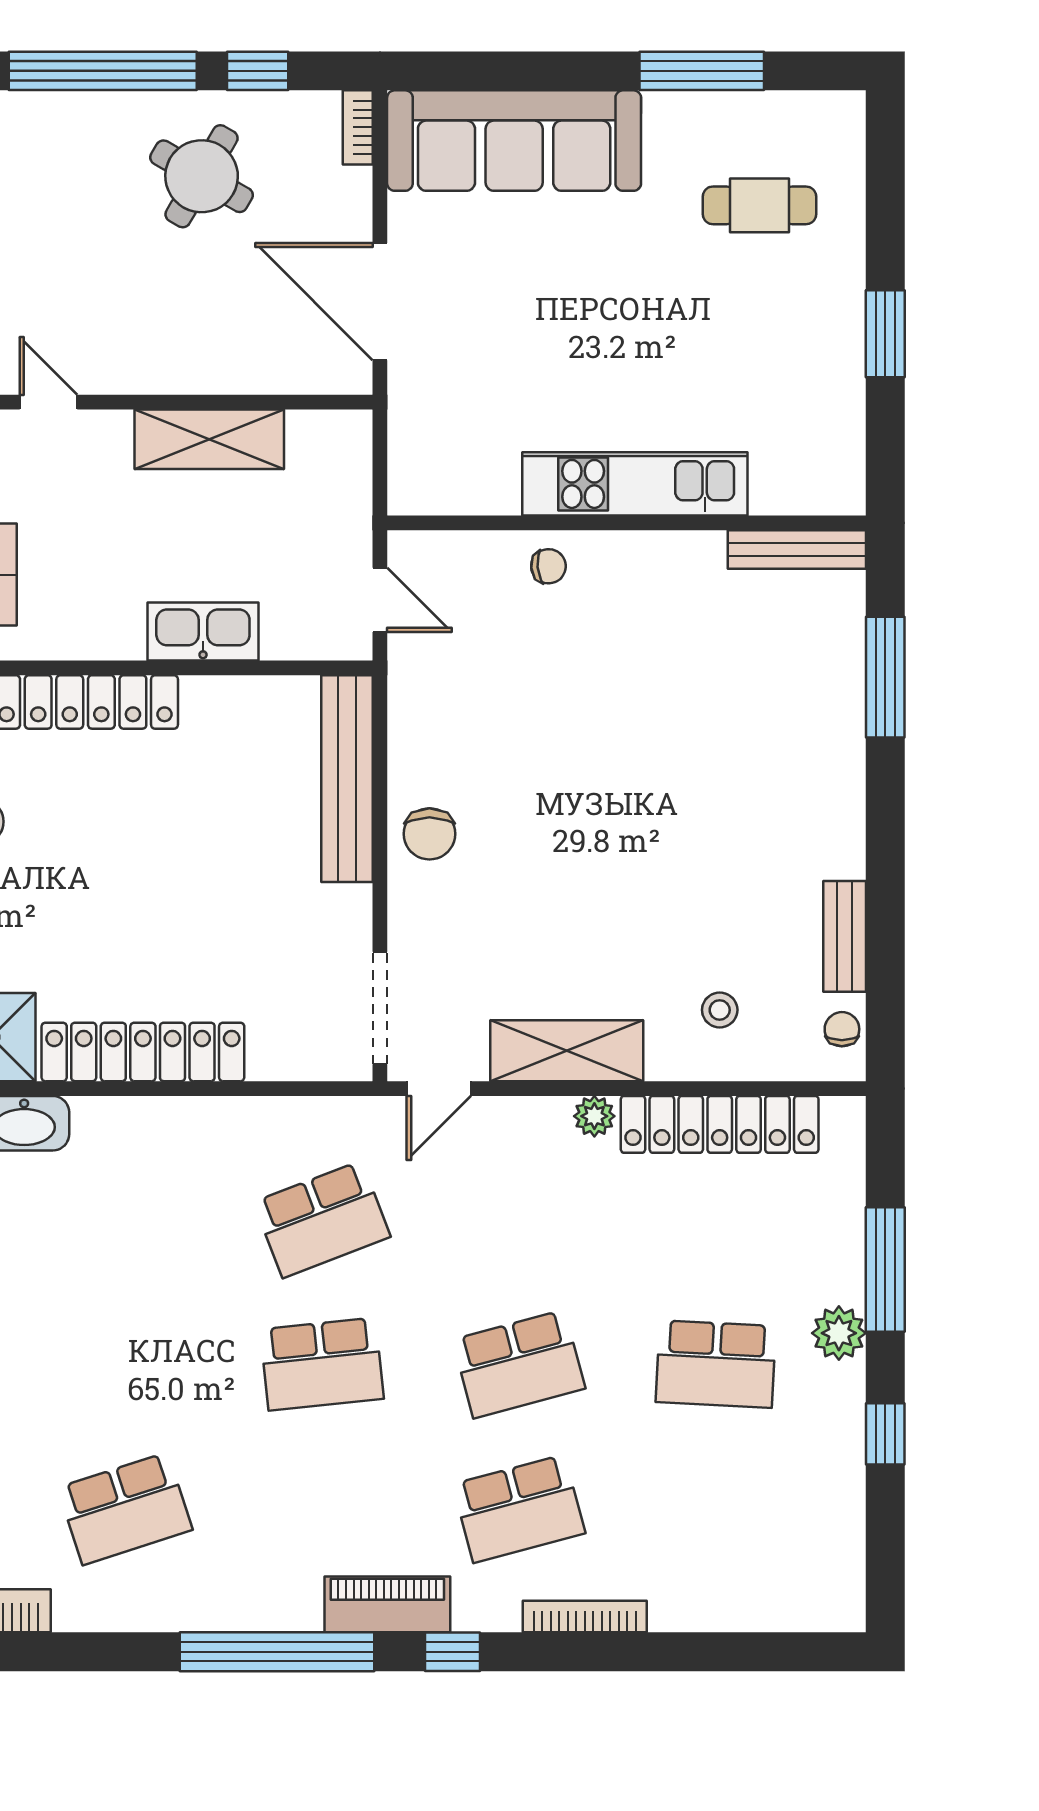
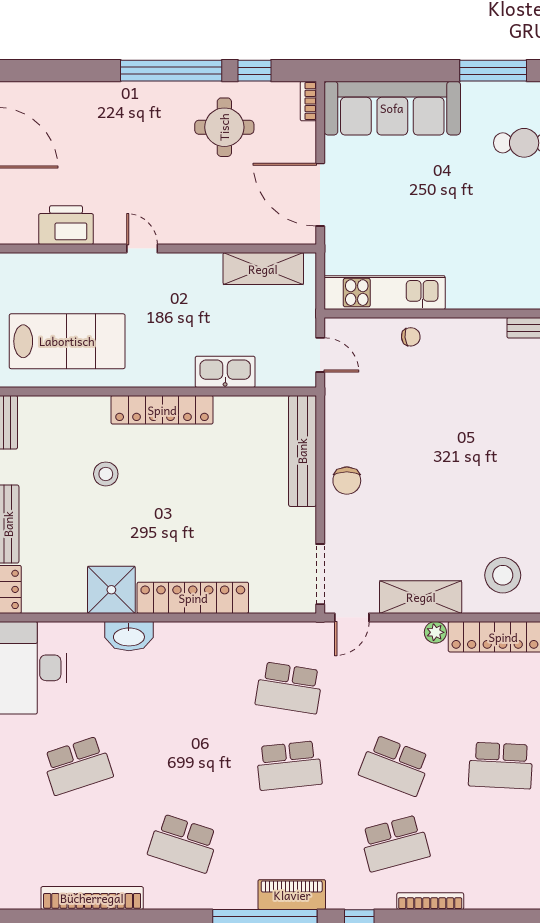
round table: (202, 176) -> (224, 127), turned -30
shelving: (209, 439) -> (263, 269), moved
kitchen unit: (635, 484) -> (385, 293), moved
stool: (720, 1010) -> (503, 575), width x1.89, depth x1.89
school desk: (322, 1219) -> (289, 688), turned 30
school desk: (519, 1364) -> (395, 765), turned 36
school desk: (125, 1509) -> (183, 843), turned 36
piano: (387, 1604) -> (292, 895), moved

